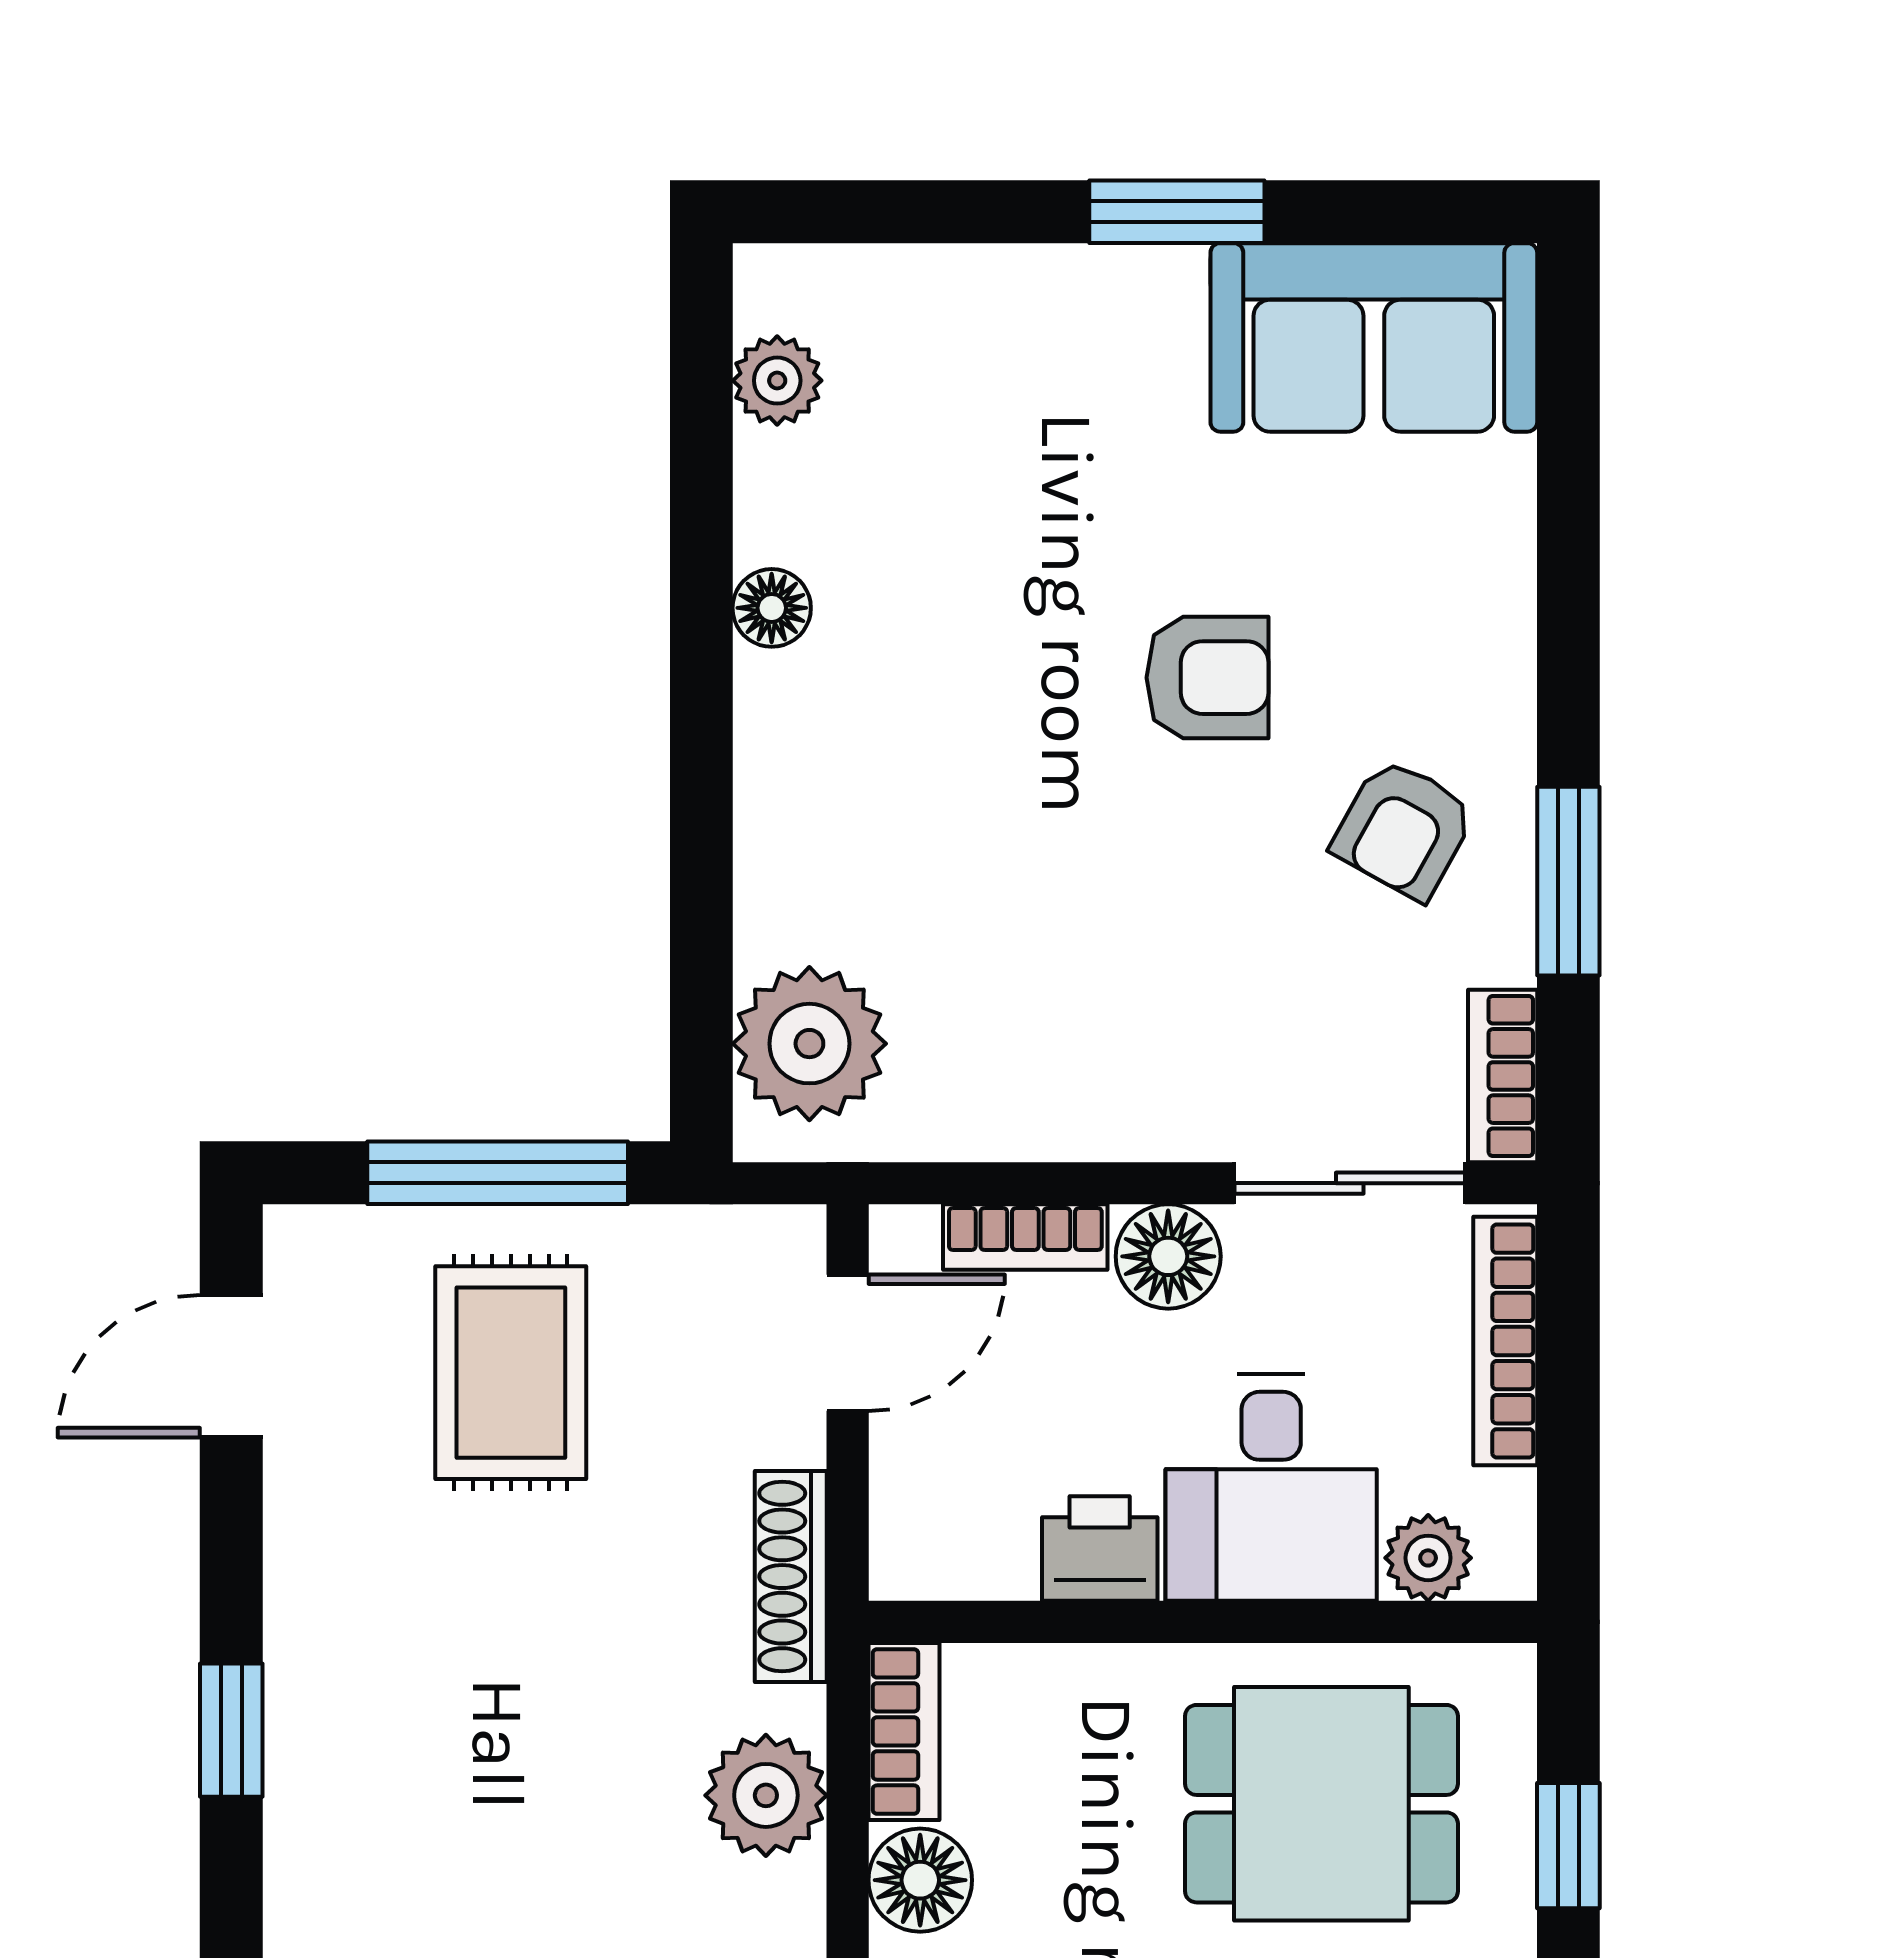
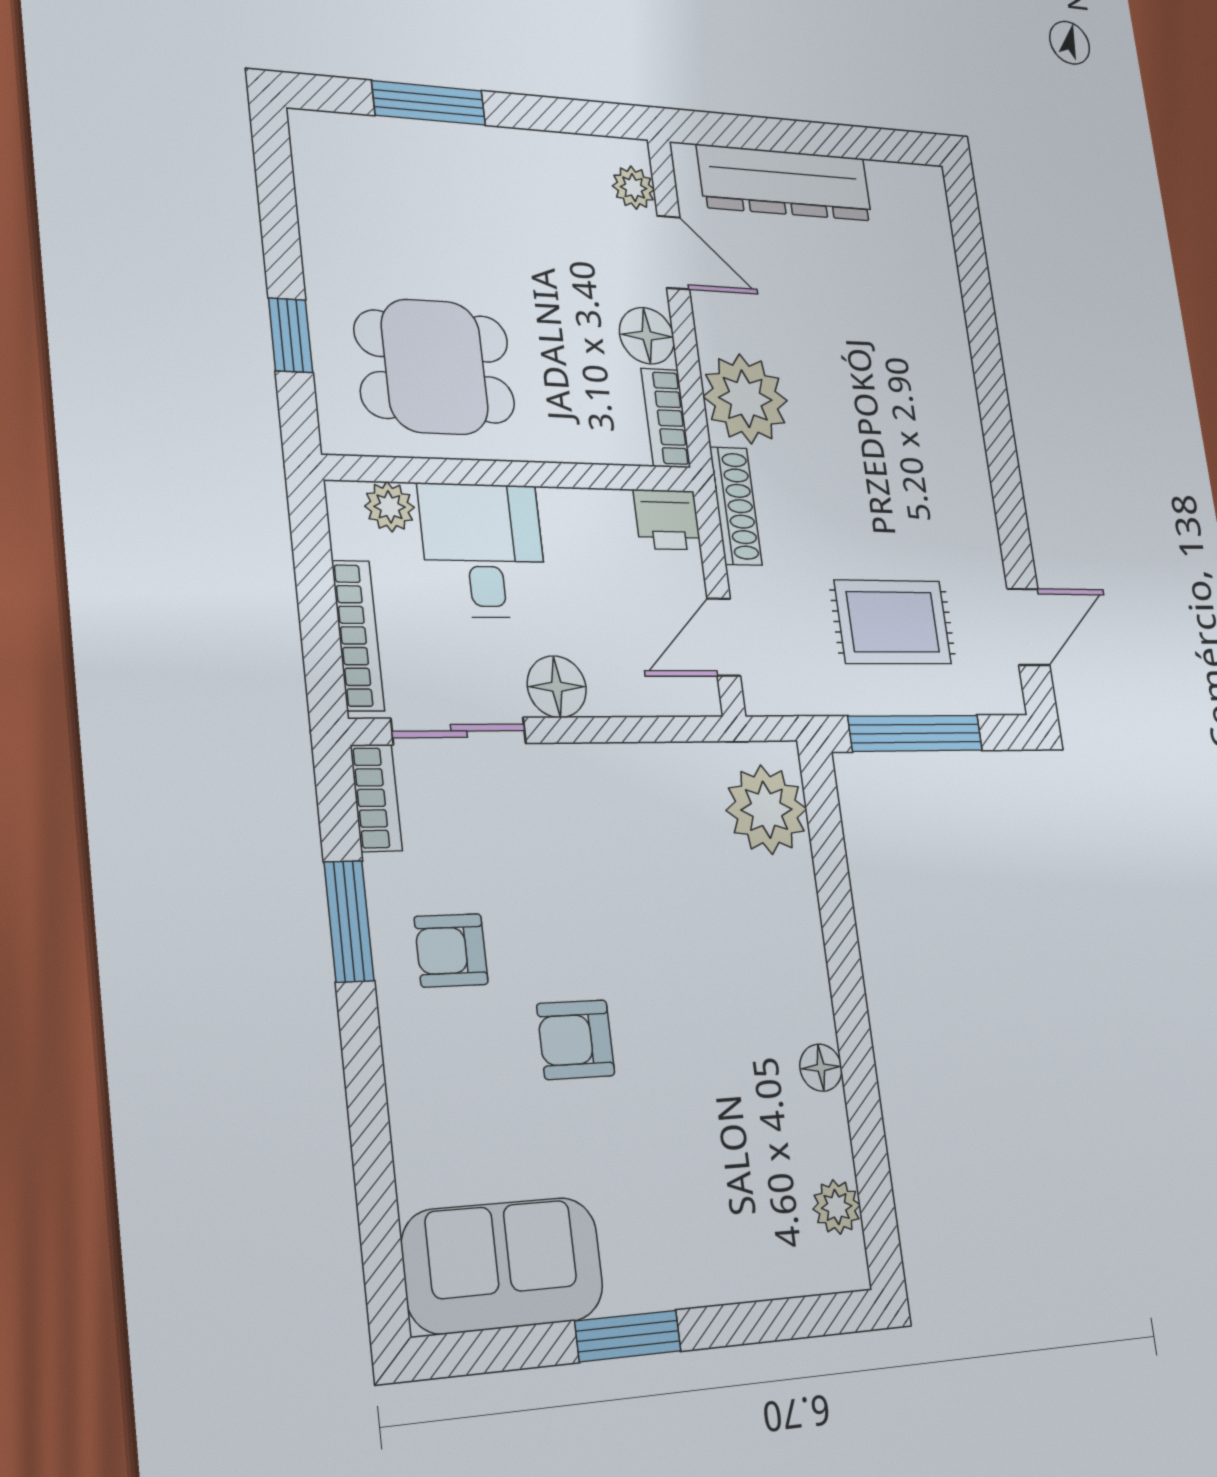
armchair: (1404, 829) -> (451, 950), turned -119
bookcase: (1025, 1237) -> (637, 698), removed
rug: (511, 1373) -> (893, 622), turned 90
printer: (1100, 1549) -> (667, 520), moved
window: (231, 1730) -> (998, 433), removed
plant: (766, 1795) -> (745, 399), width x1.36, depth x1.36

